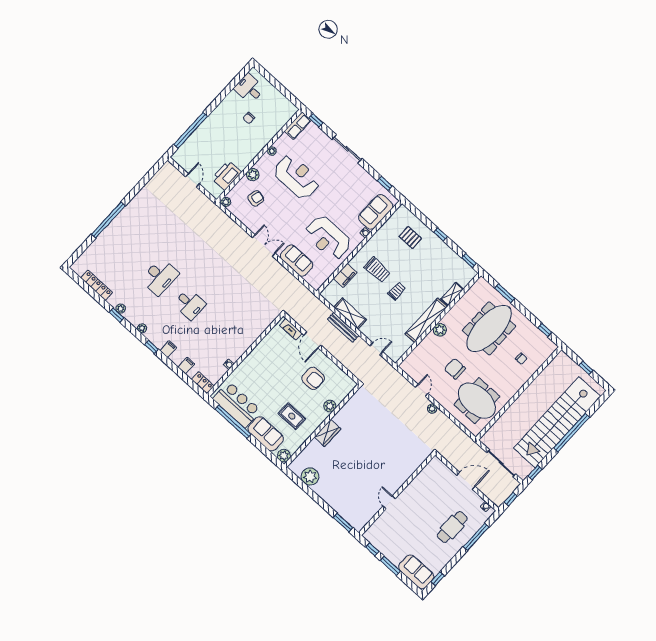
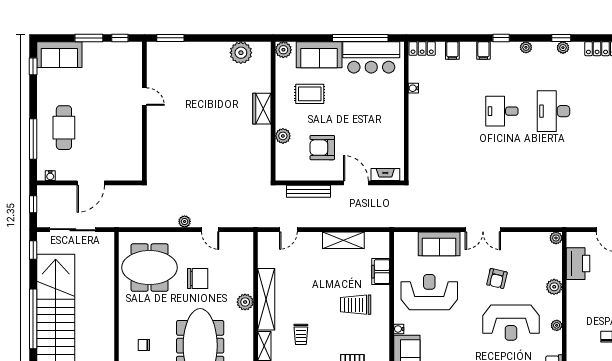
armchair: (256, 198) -> (497, 278), moved
trolley: (397, 291) -> (301, 334), moved
bench: (343, 327) -> (308, 191), moved

